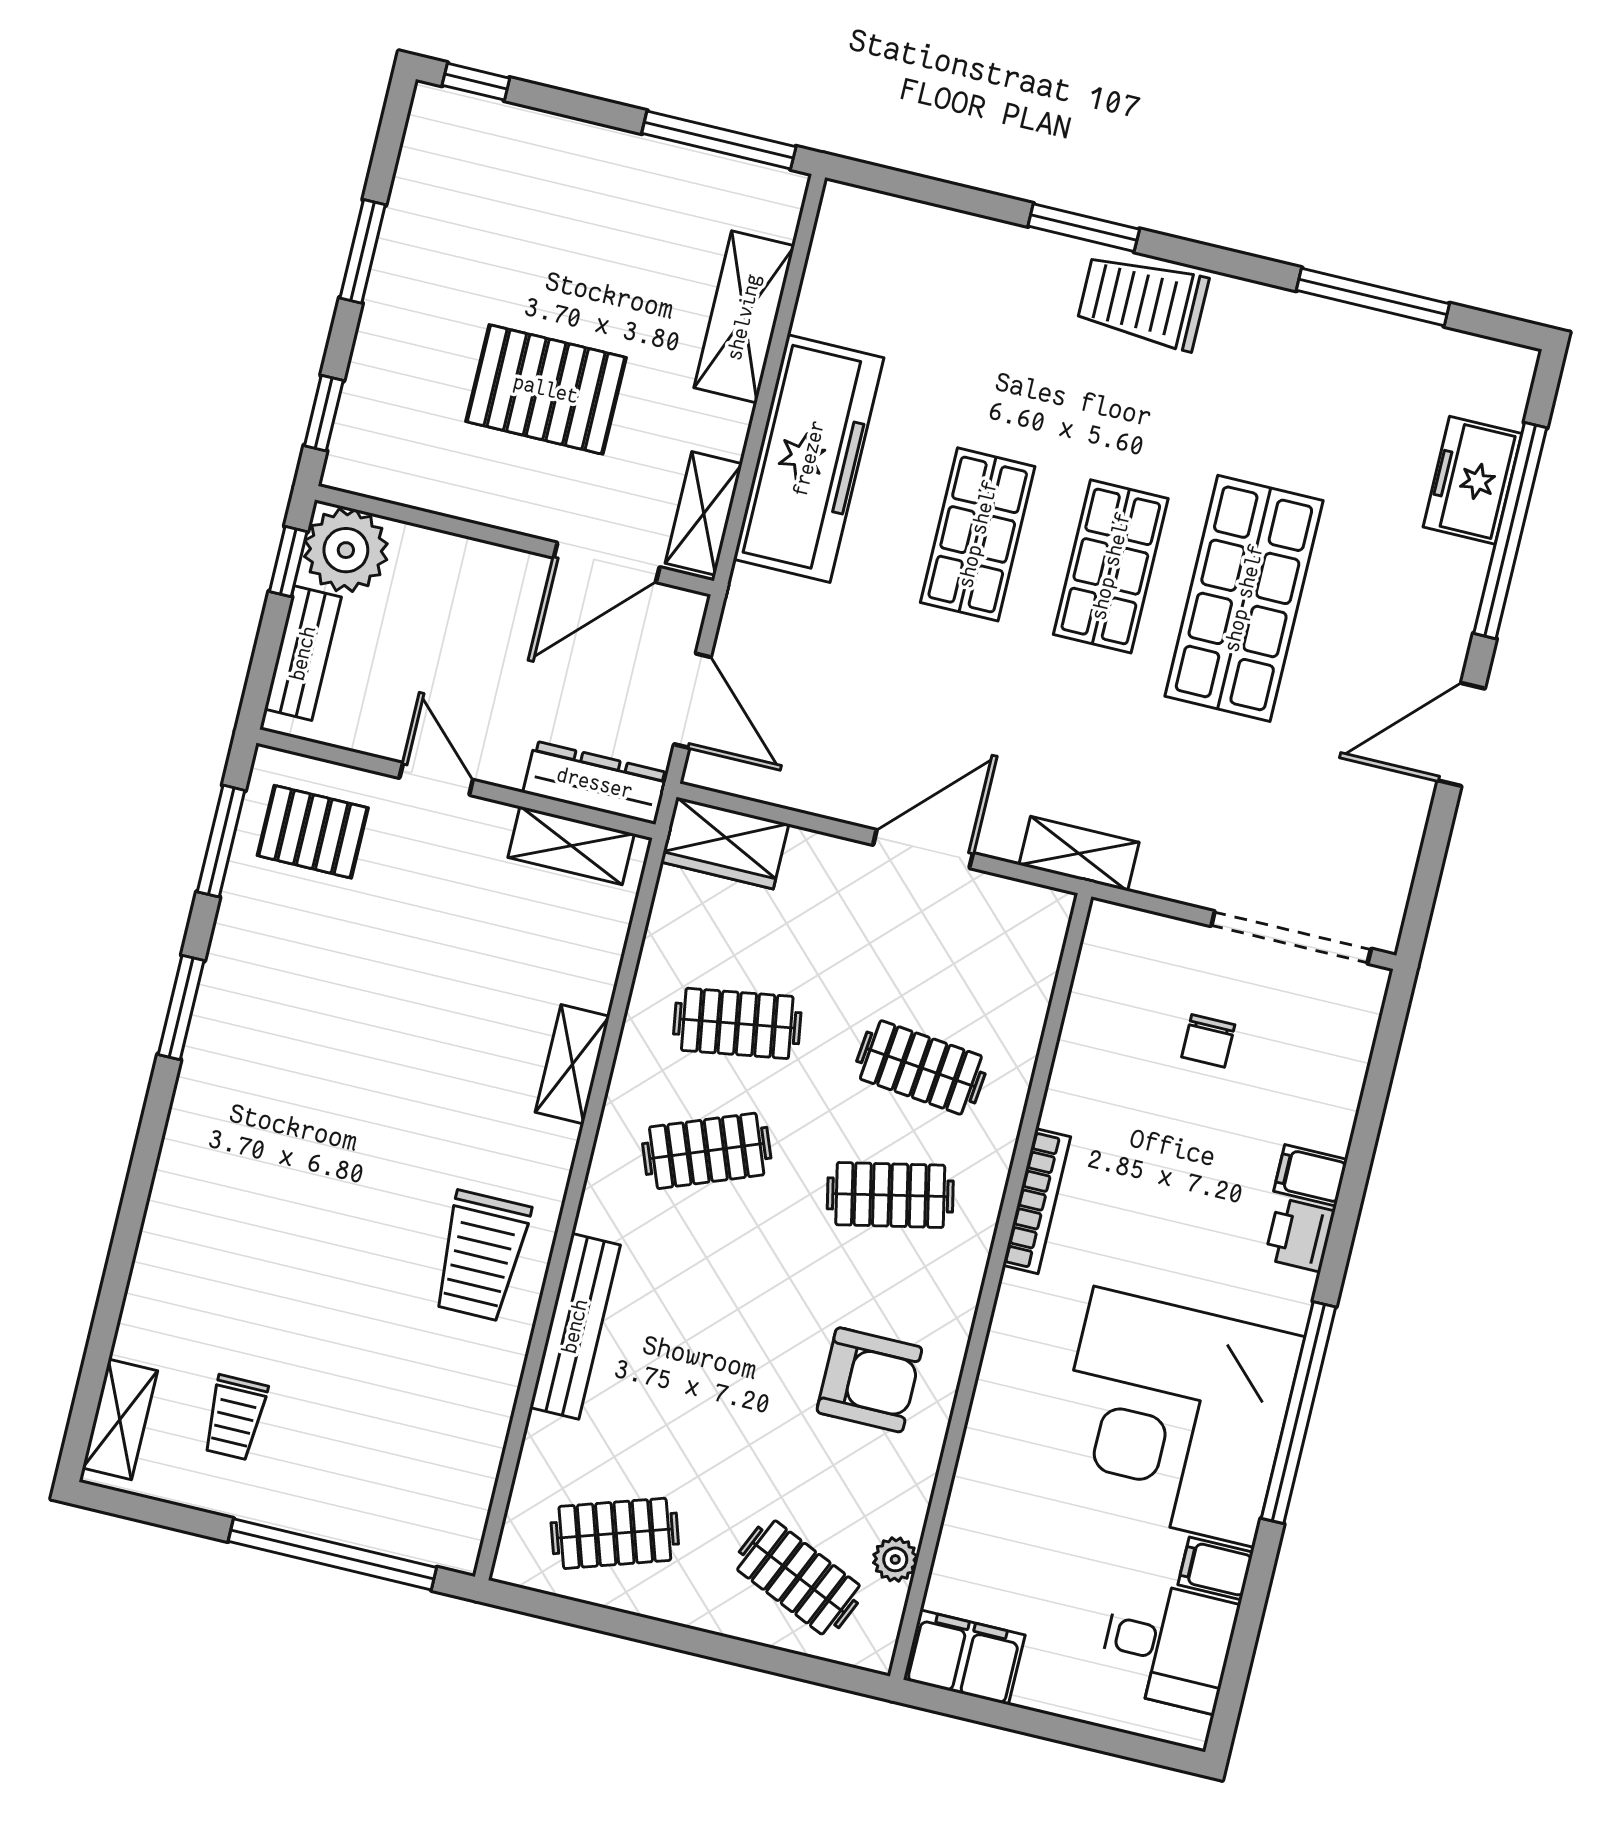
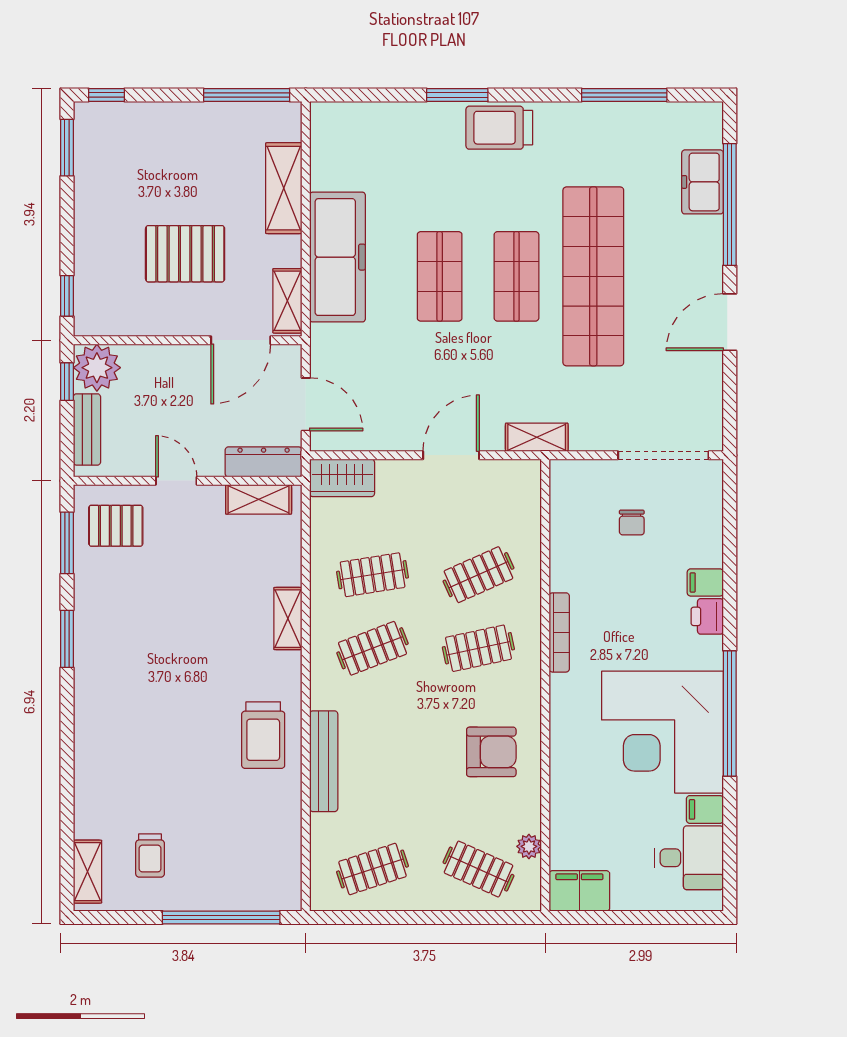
window: (363, 251) -> (67, 148), moved
shop shelf: (1244, 598) -> (593, 276), width x1.40
clothes rail: (921, 1067) -> (478, 575), turned -30

